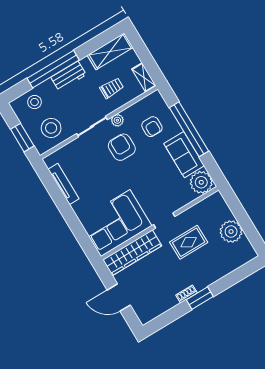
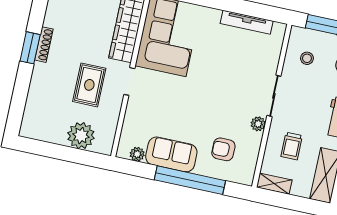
stool: (51, 128) -> (307, 58), width x0.53, depth x0.53
armchair: (122, 147) -> (230, 105), removed
plant: (201, 182) -> (137, 154), width x0.53, depth x0.53
plant: (231, 232) -> (81, 136), moved
shoe rack: (186, 294) -> (44, 45), width x1.43

